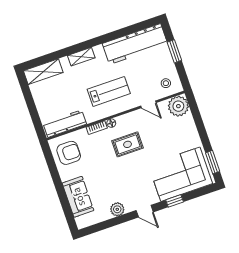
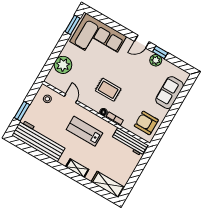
plant: (178, 106) -> (63, 65), moved
window: (175, 201) -> (160, 52), moved
door: (145, 211) -> (142, 42), swing flipped

